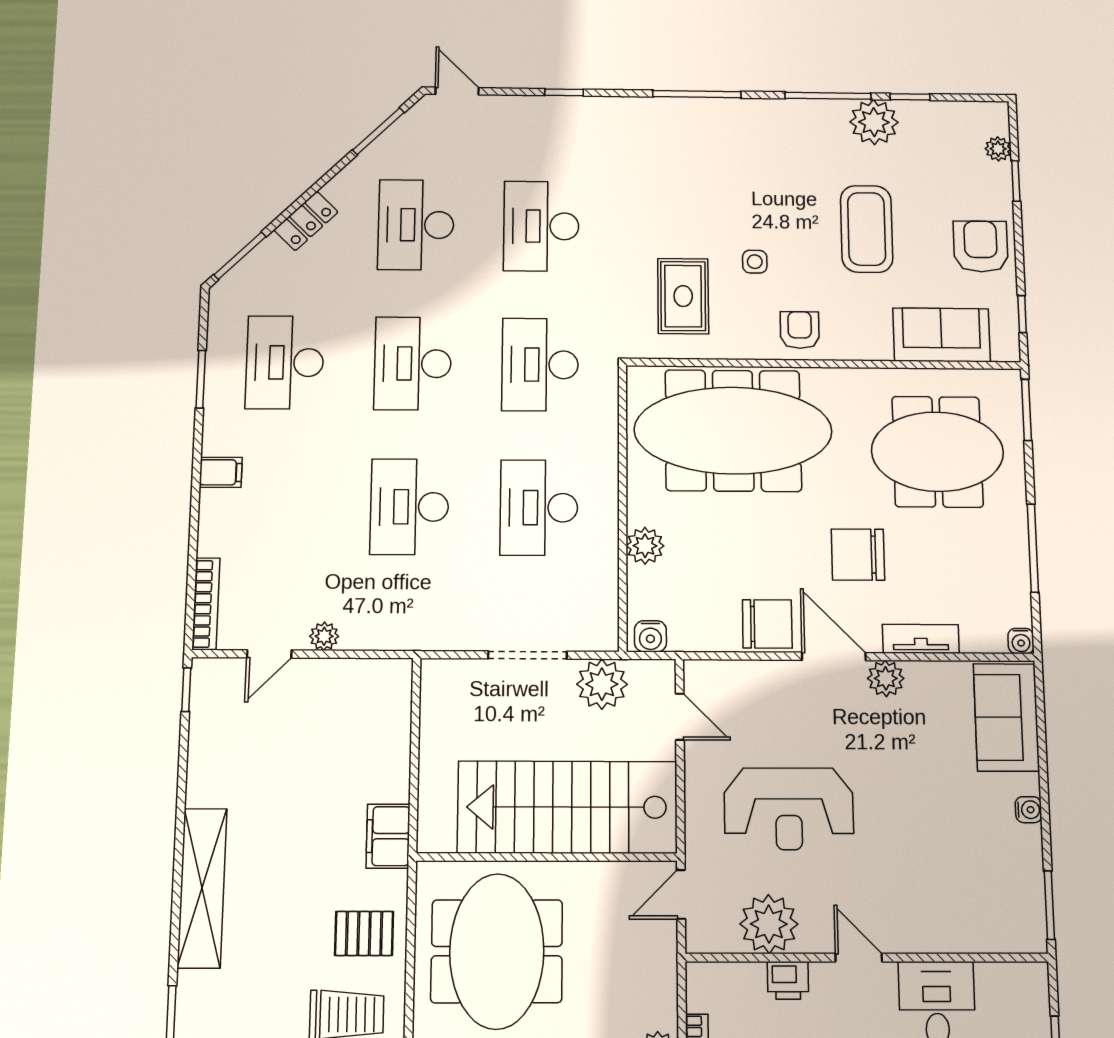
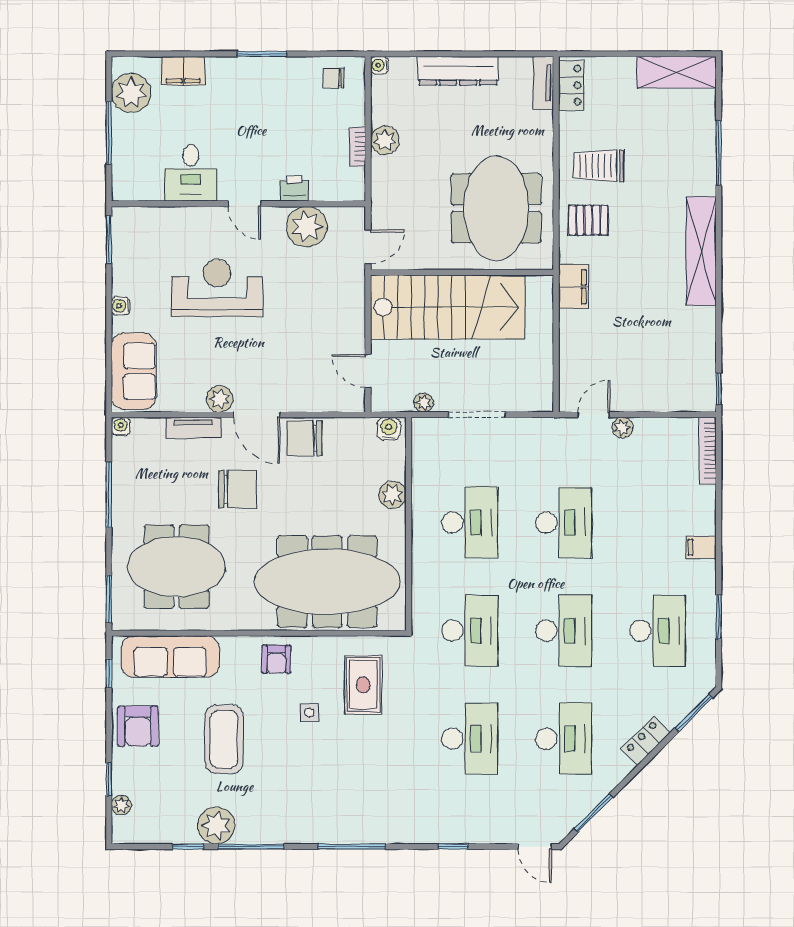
sofa: (941, 335) -> (170, 656), width x1.36
door: (269, 654) -> (594, 415), moved
plant: (602, 684) -> (424, 402), width x0.53, depth x0.53
reception desk: (789, 809) -> (217, 288), moved

